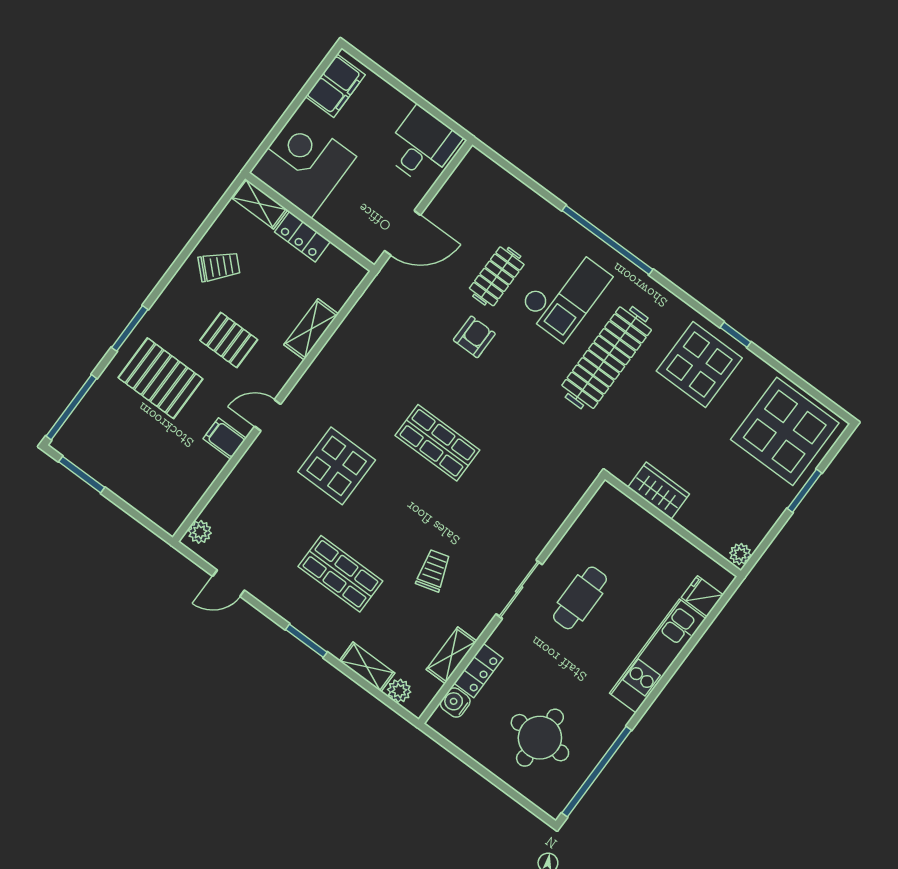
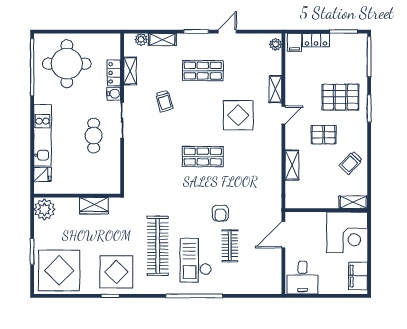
locker: (303, 237) -> (316, 40), moved, turned 180
filing cabinet: (225, 438) -> (294, 42), moved, turned 90
shelving: (251, 463) -> (276, 89), added
plant: (740, 554) -> (44, 209), width x1.88, depth x1.88
door: (229, 583) -> (227, 32), moved
water cooler: (455, 703) -> (114, 94), moved
round table: (540, 738) -> (67, 64), width x1.36, depth x1.36

